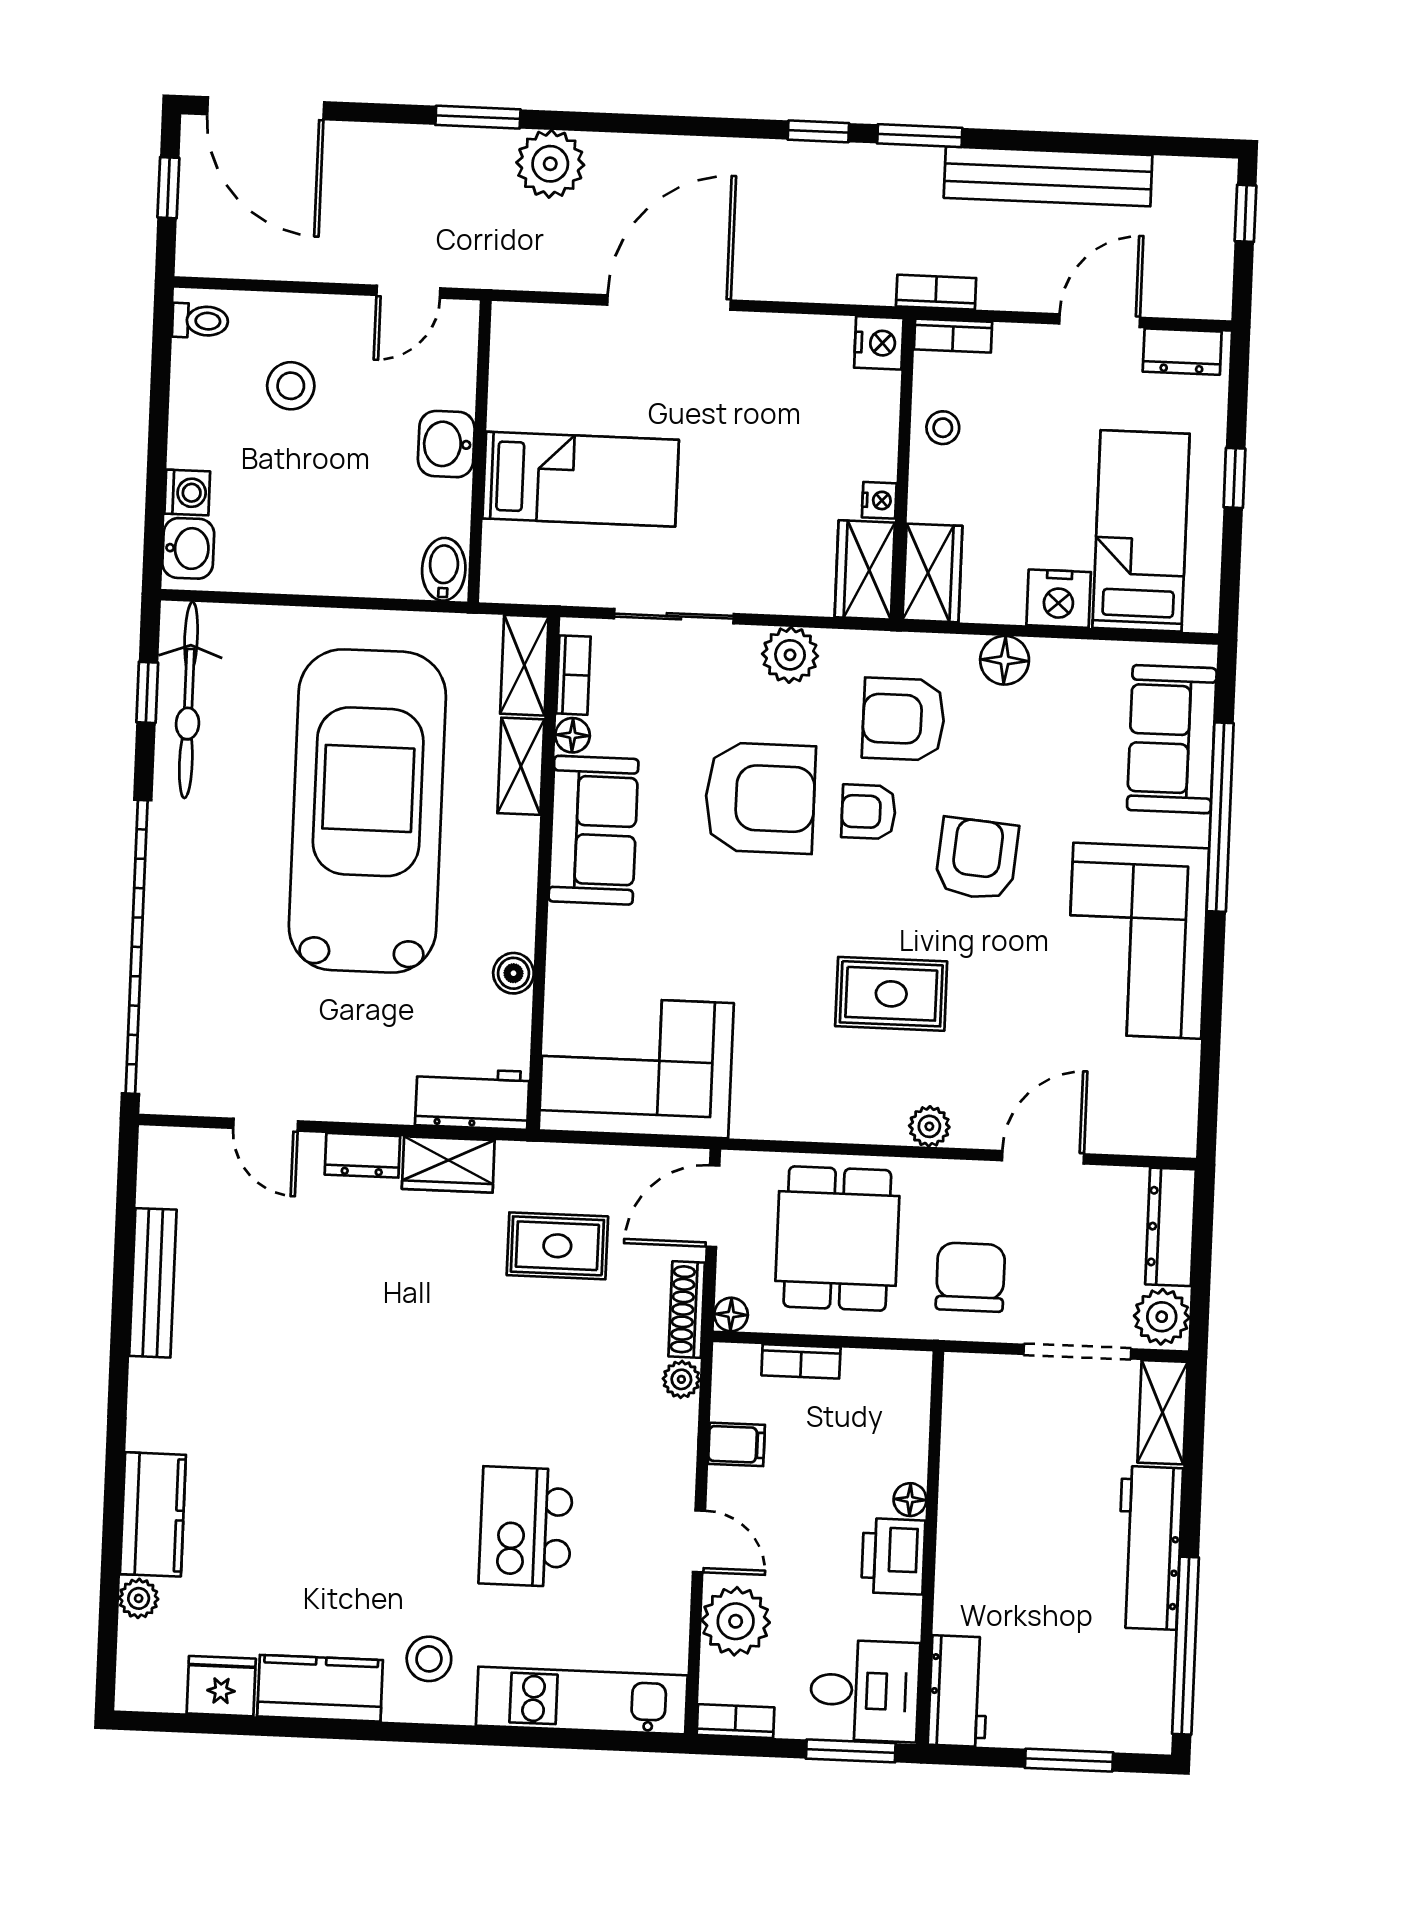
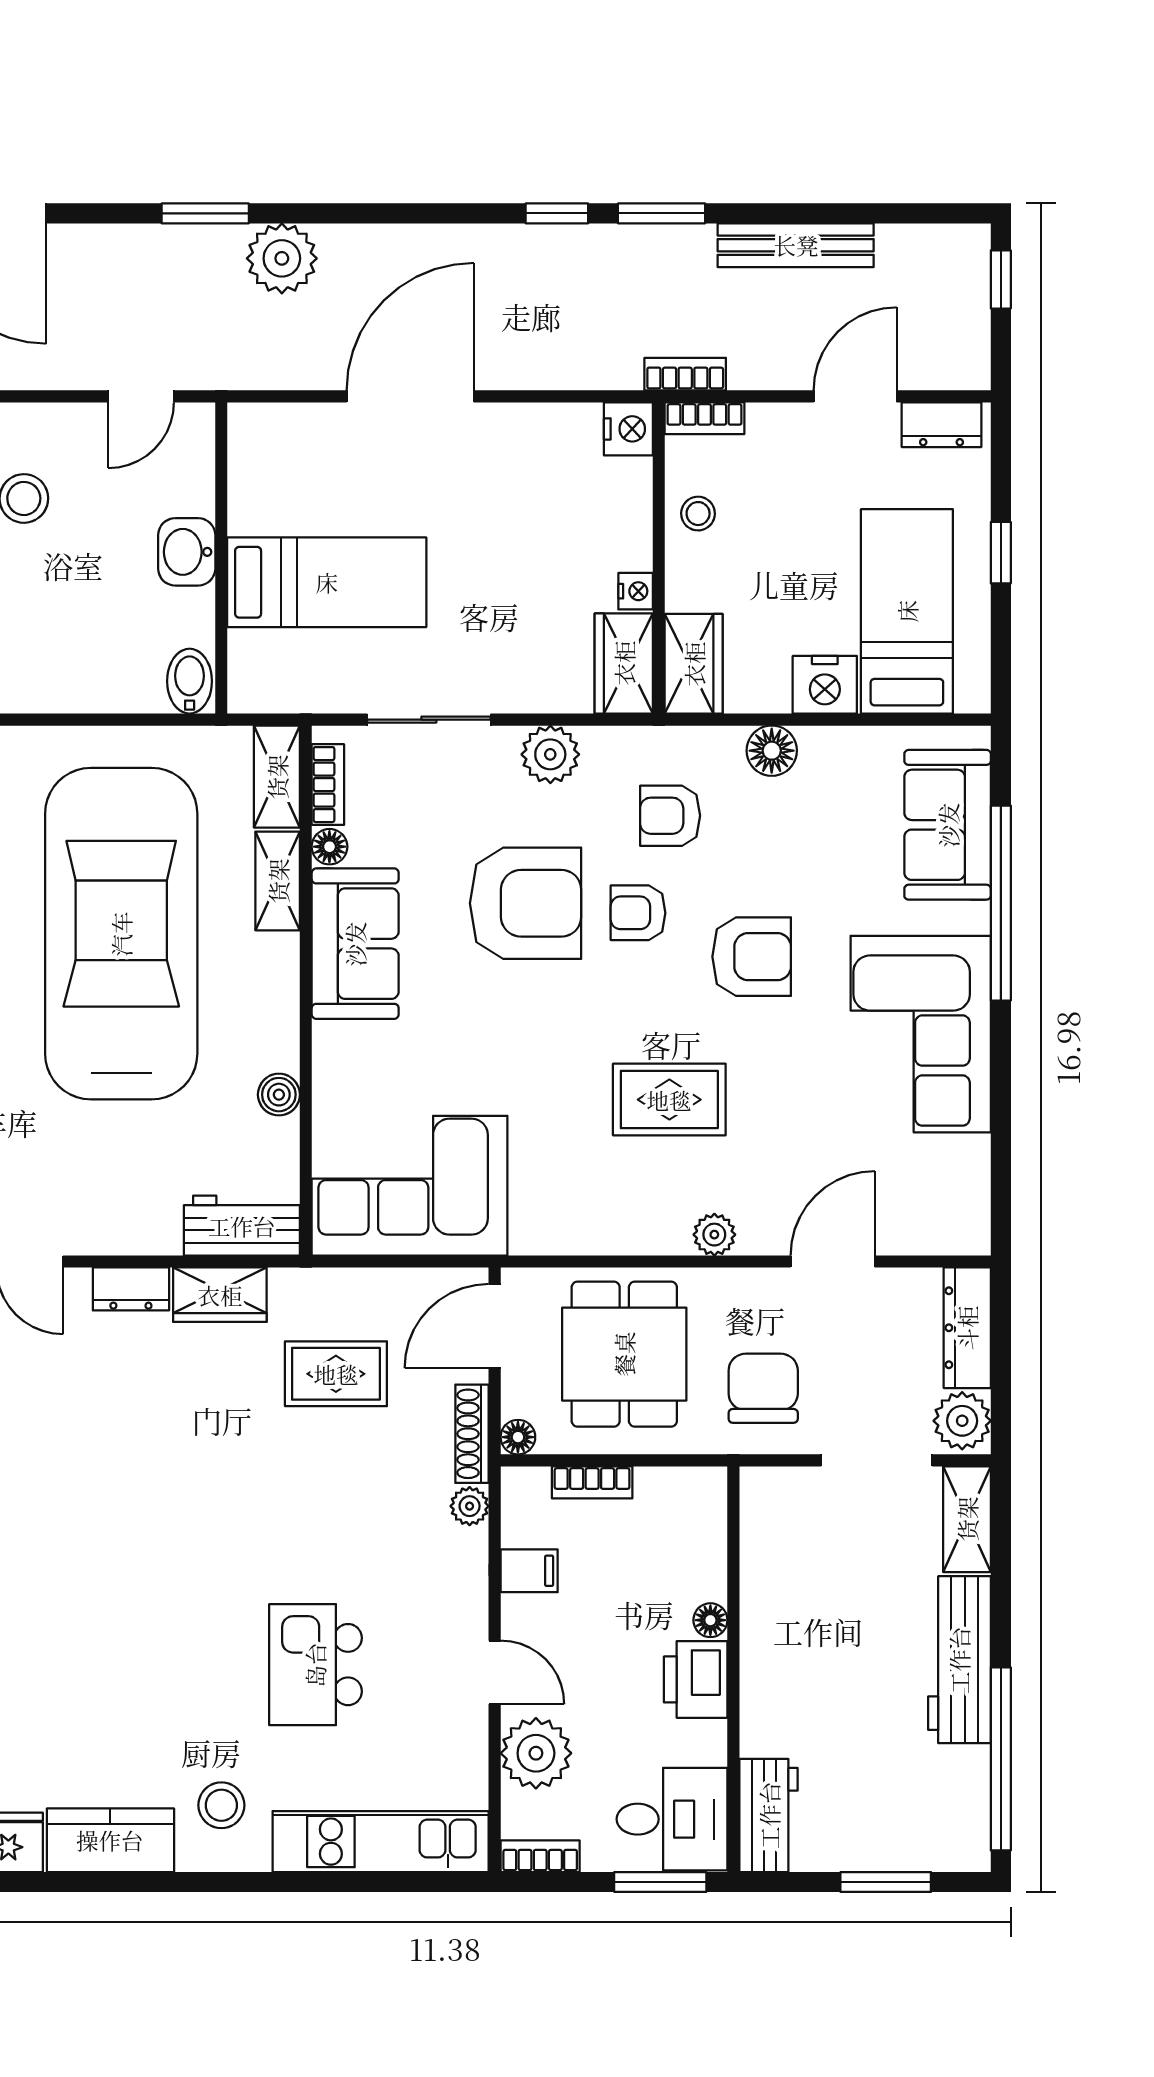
bench: (1048, 176) -> (796, 245), width x0.73, depth x0.82
armchair: (903, 719) -> (670, 816), width x0.72, depth x0.72
armchair: (977, 859) -> (752, 957), turned 85

